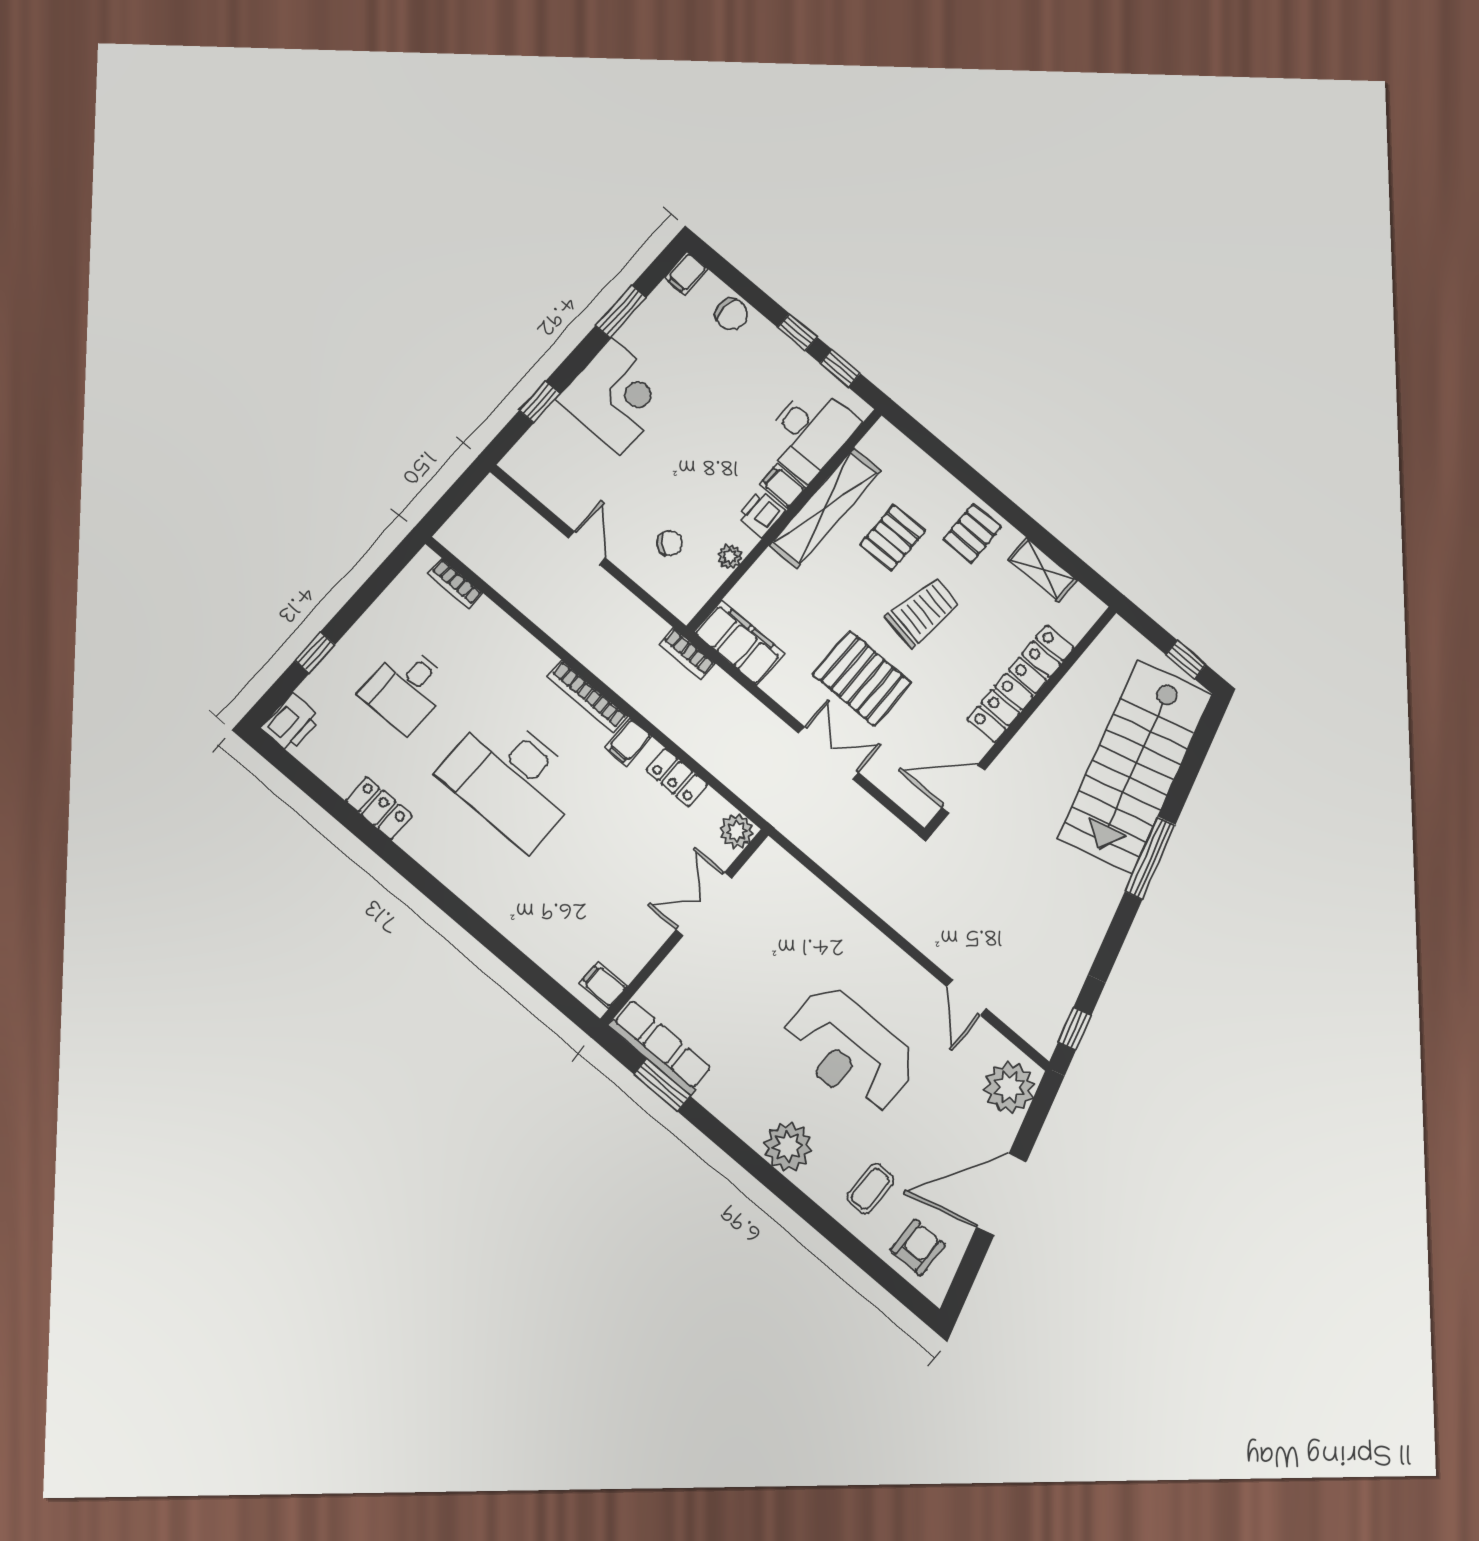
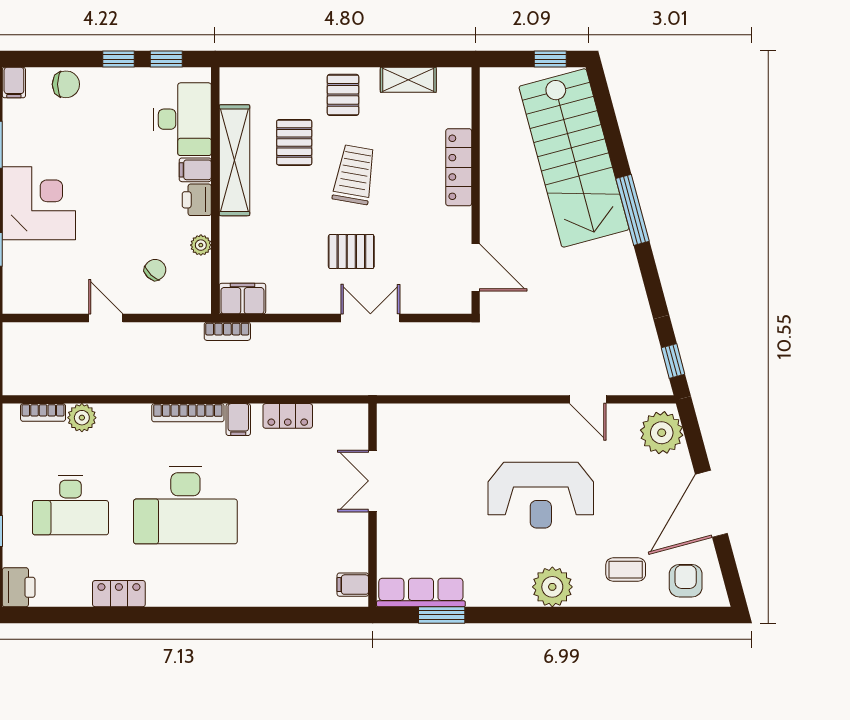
filing cabinet: (739, 643) -> (242, 299), width x0.67, depth x0.86
pallet: (862, 678) -> (351, 252), width x0.67, depth x0.71
locker: (1021, 684) -> (459, 167), width x0.71, depth x0.83
desk: (406, 689) -> (70, 505), width x1.37
door: (963, 789) -> (476, 268), swing flipped
plant: (737, 831) -> (82, 418), moved
coffee table: (870, 1189) -> (626, 570), turned 90

